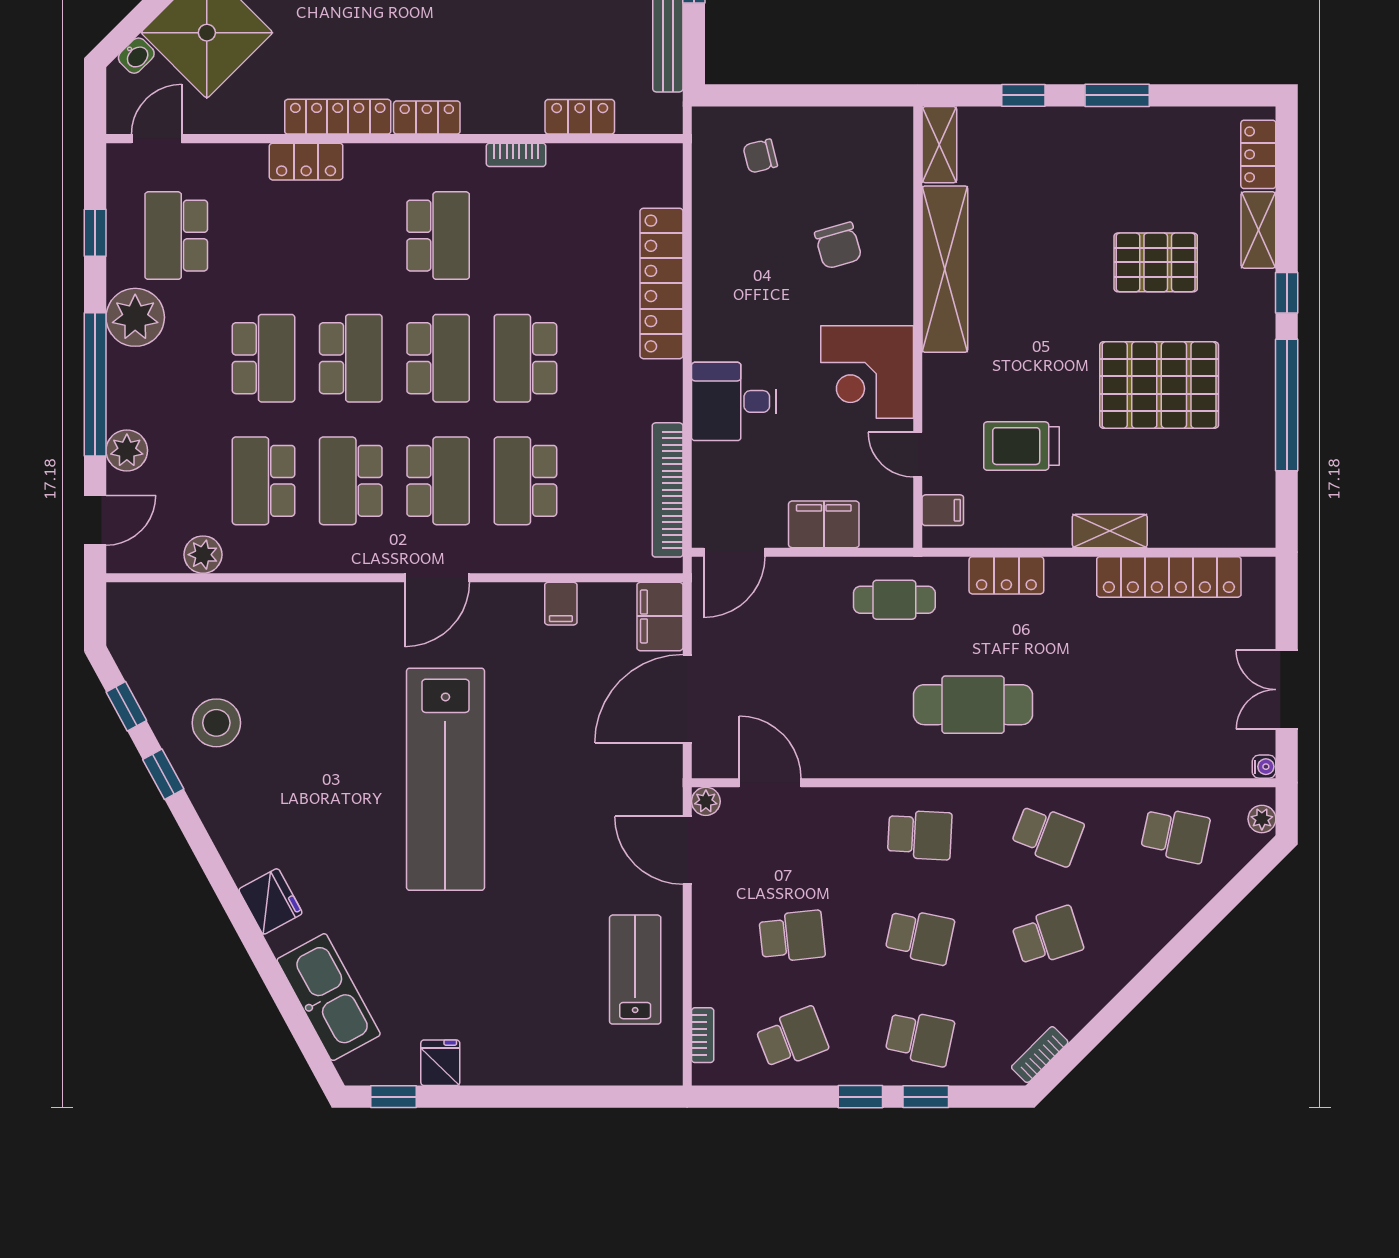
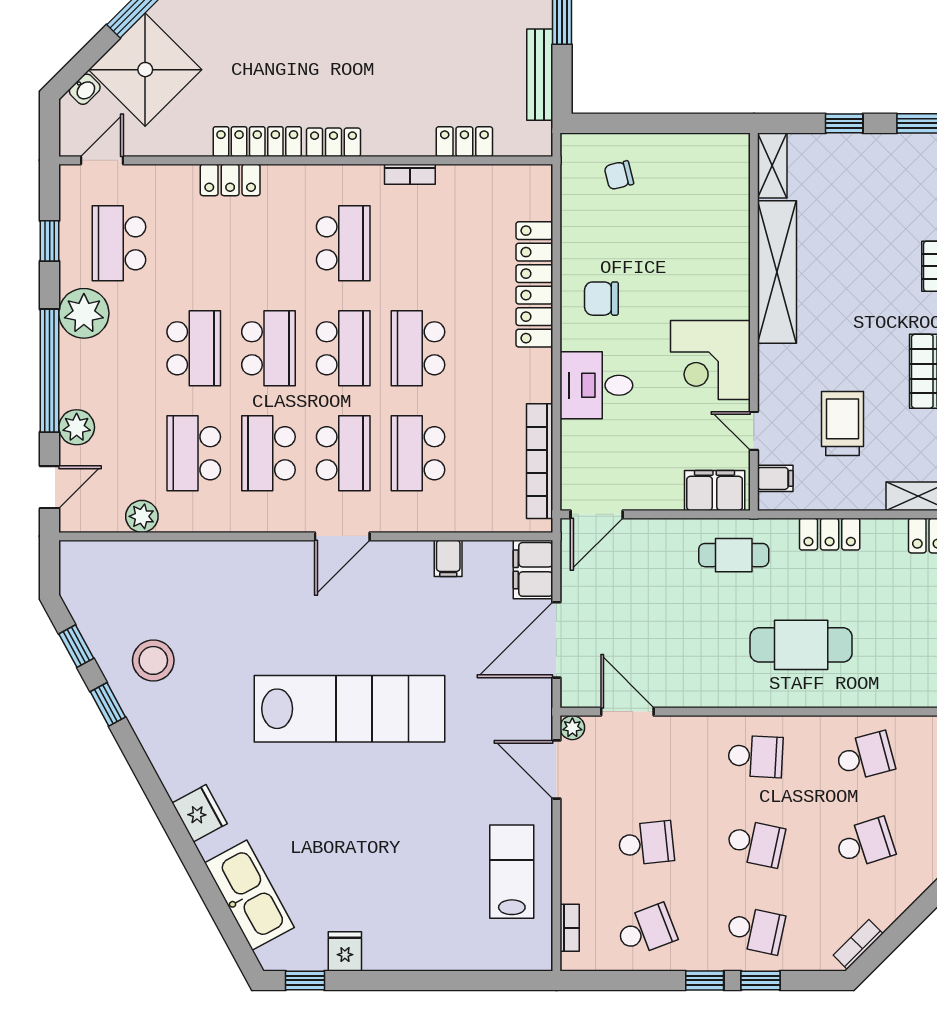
chair: (838, 245) -> (601, 299), moved, turned 106
trolley: (1021, 446) -> (843, 423), turned 90
filing cabinet: (824, 524) -> (715, 491), moved
lab bench: (445, 779) -> (349, 709), turned -90
school desk: (1048, 835) -> (865, 756), turned -36

